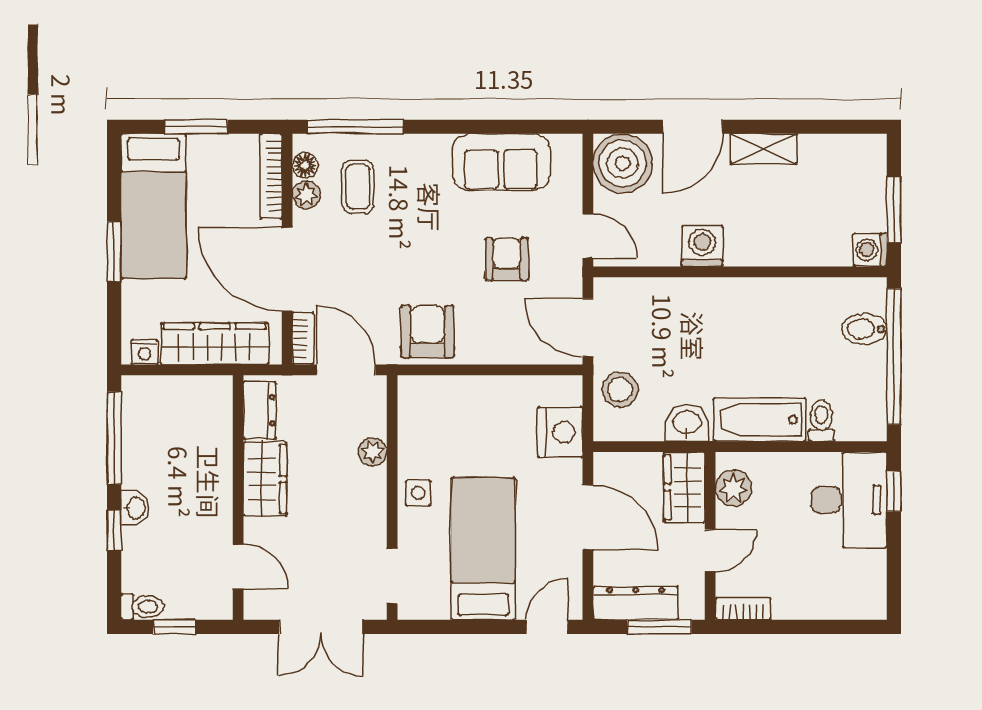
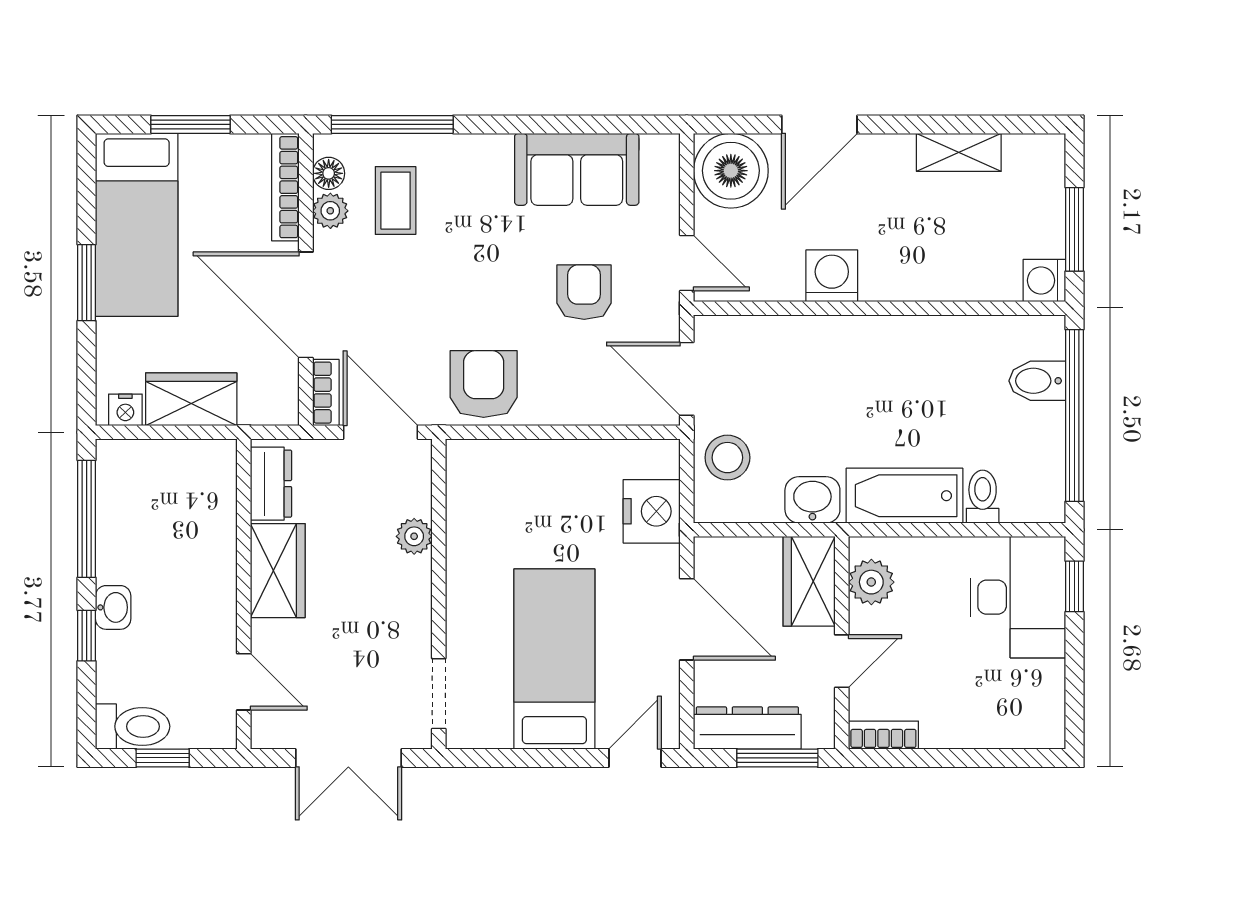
shelving: (764, 149) -> (959, 152), moved
wardrobe: (215, 344) -> (191, 399), width x0.67
side table: (418, 493) -> (472, 588), removed
toilet: (142, 607) -> (133, 726), width x1.37, depth x1.39

